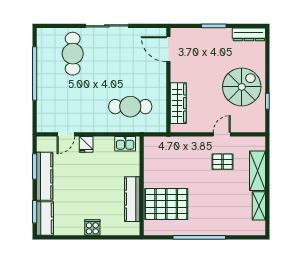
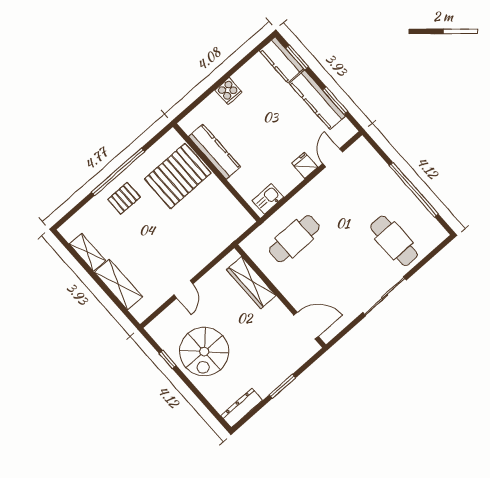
pallet: (223, 162) -> (124, 198), moved

